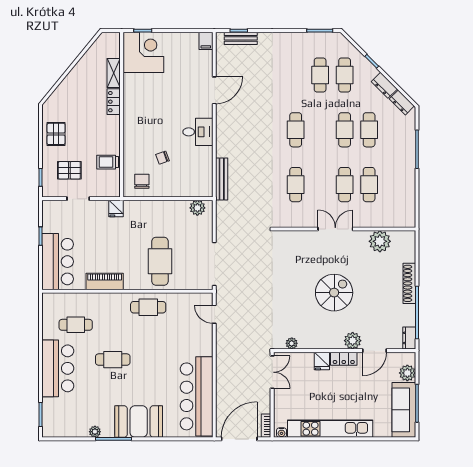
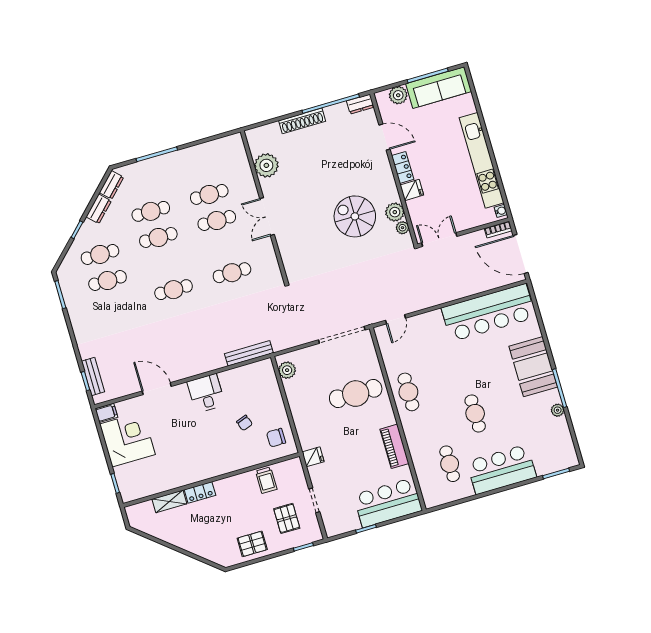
corner desk: (143, 52) -> (127, 439), moved, turned 90
spiral stairs: (334, 293) -> (355, 216), moved
plant: (353, 341) -> (395, 212), moved

